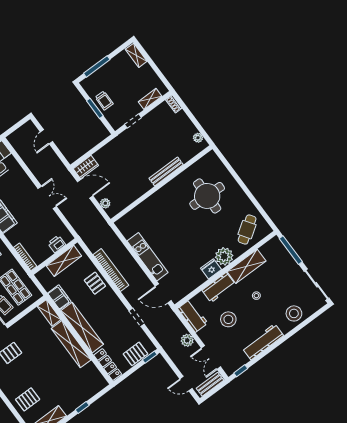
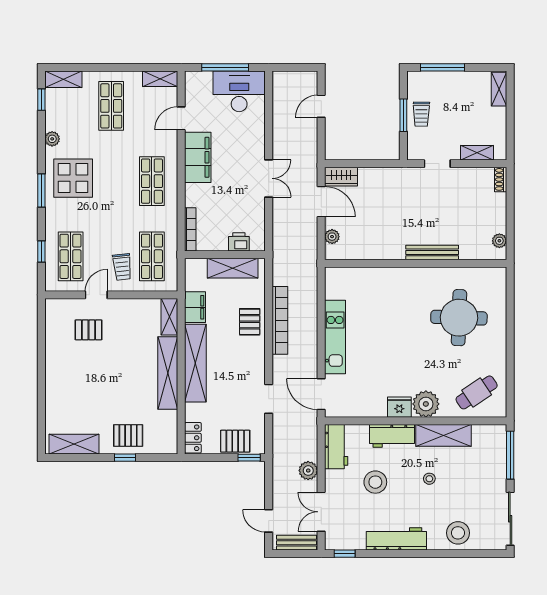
locker: (108, 365) -> (193, 438), width x0.66
pallet: (28, 399) -> (128, 436), moved

